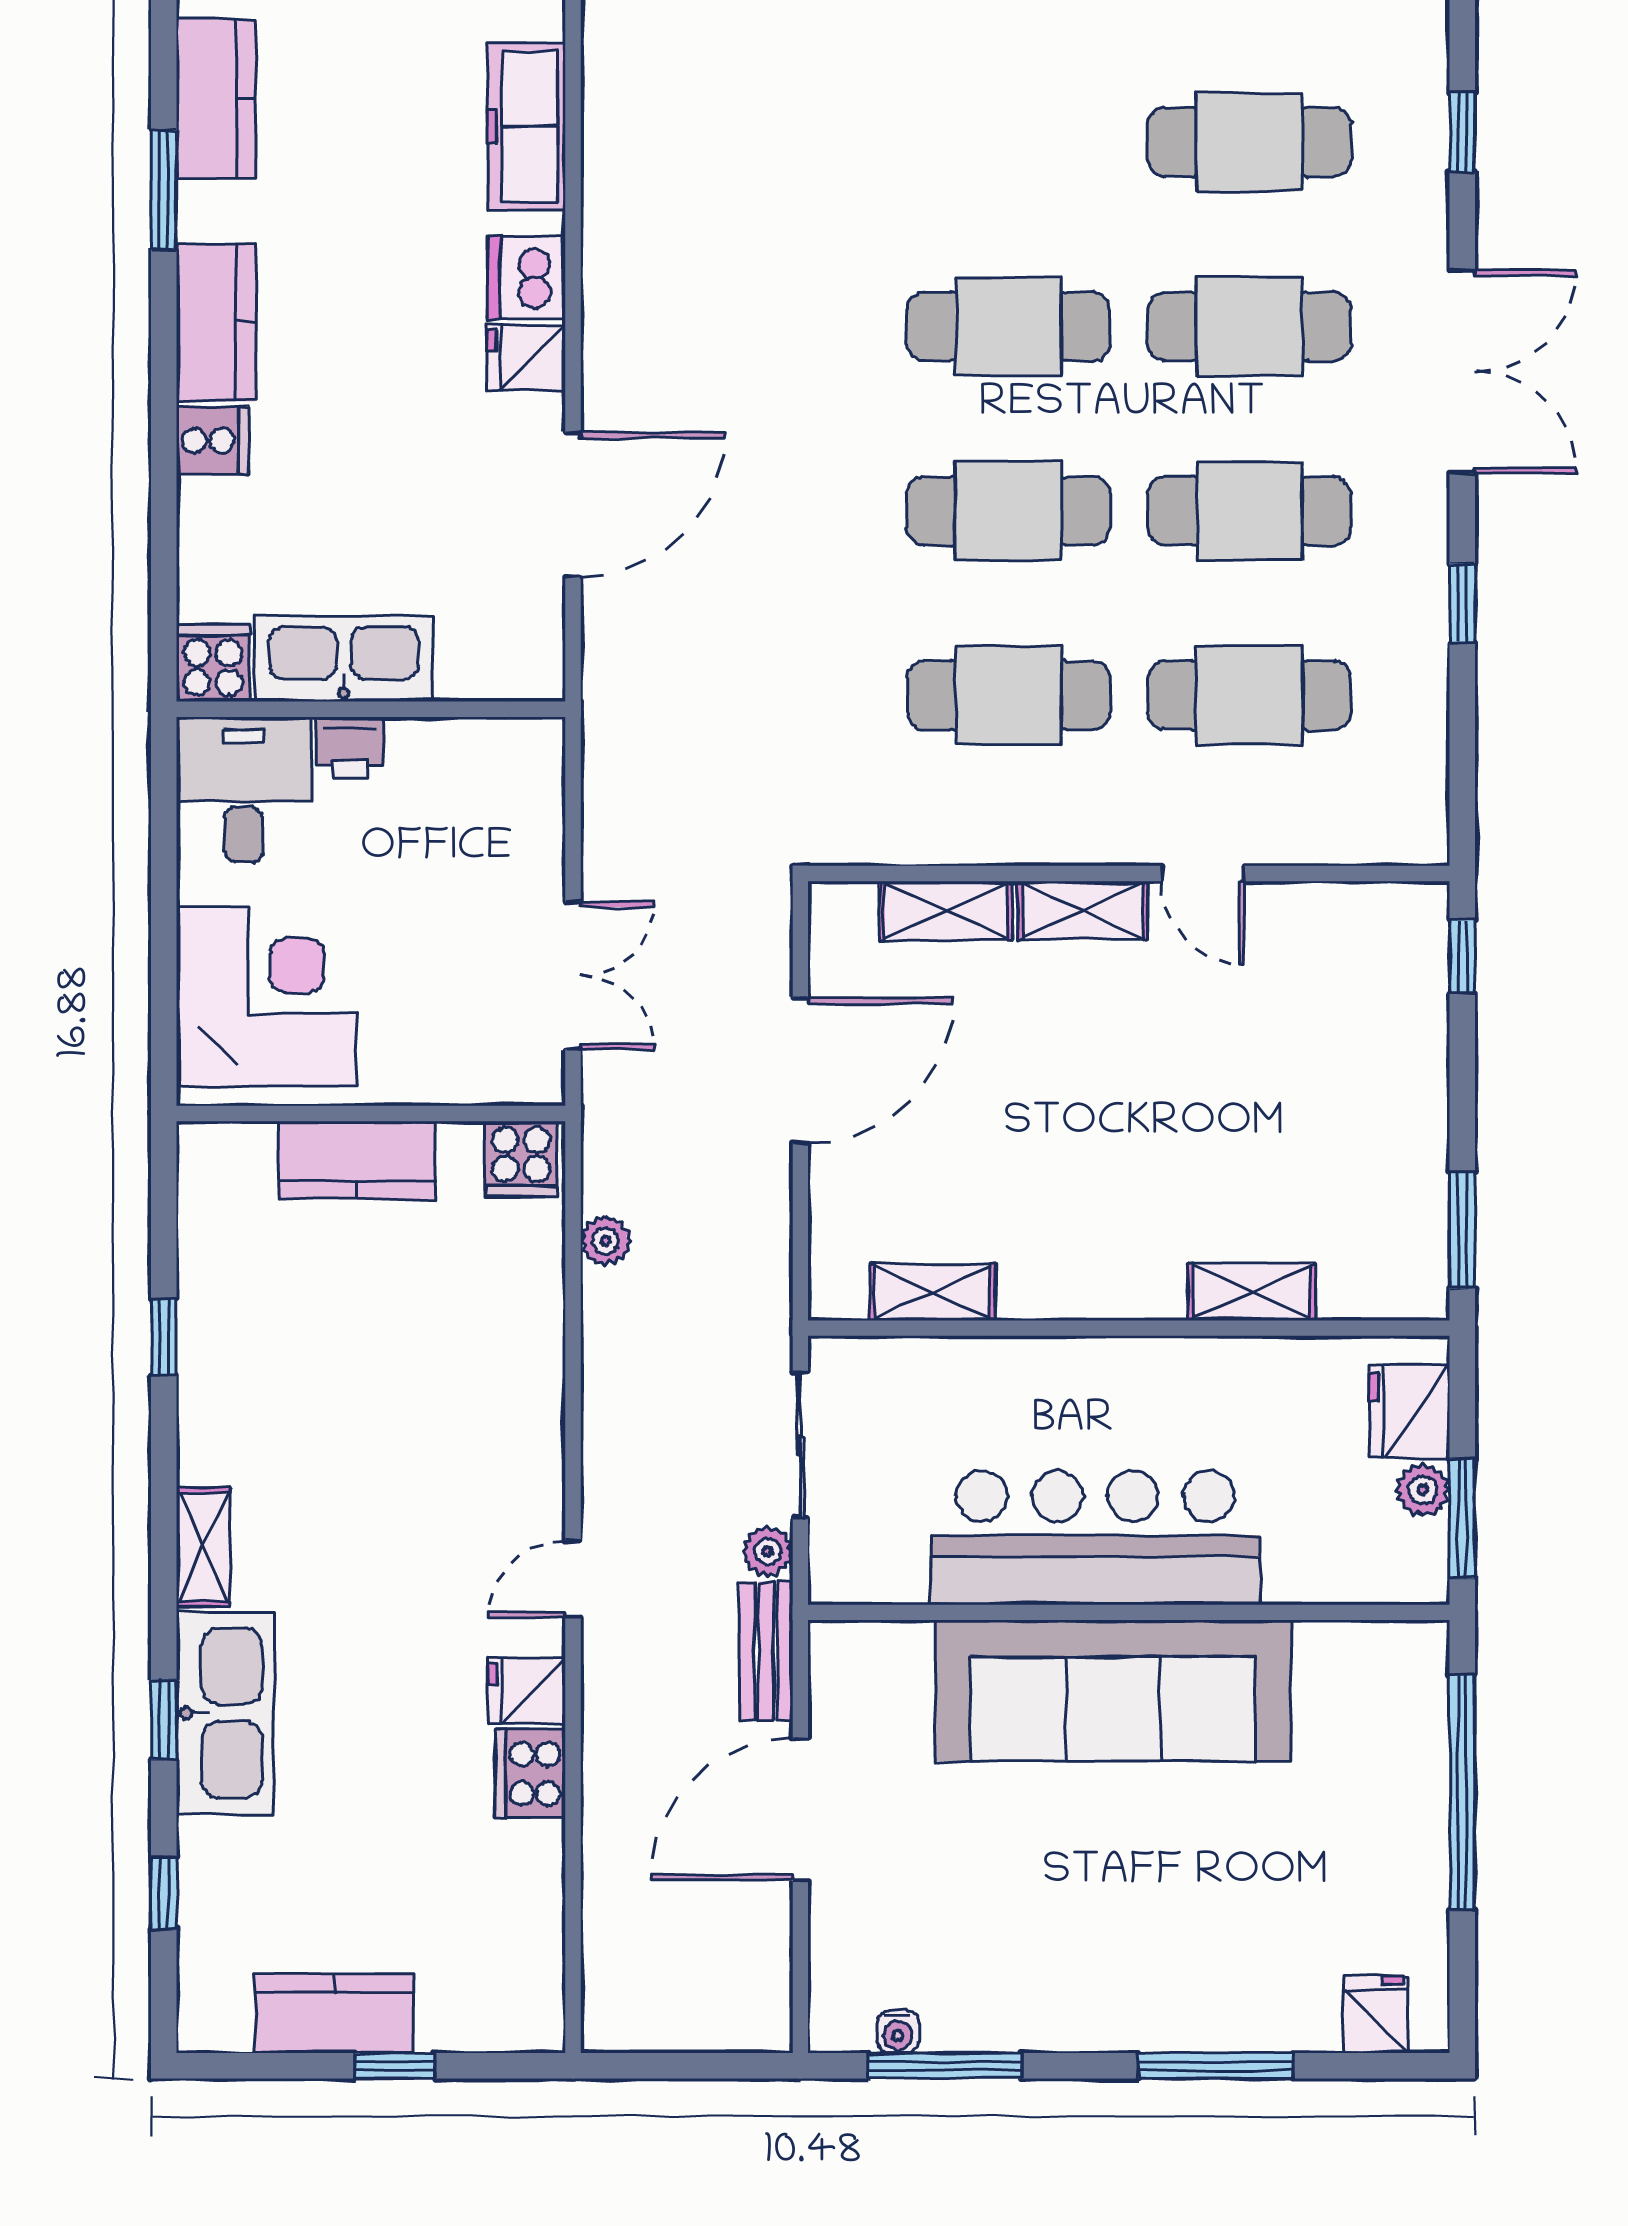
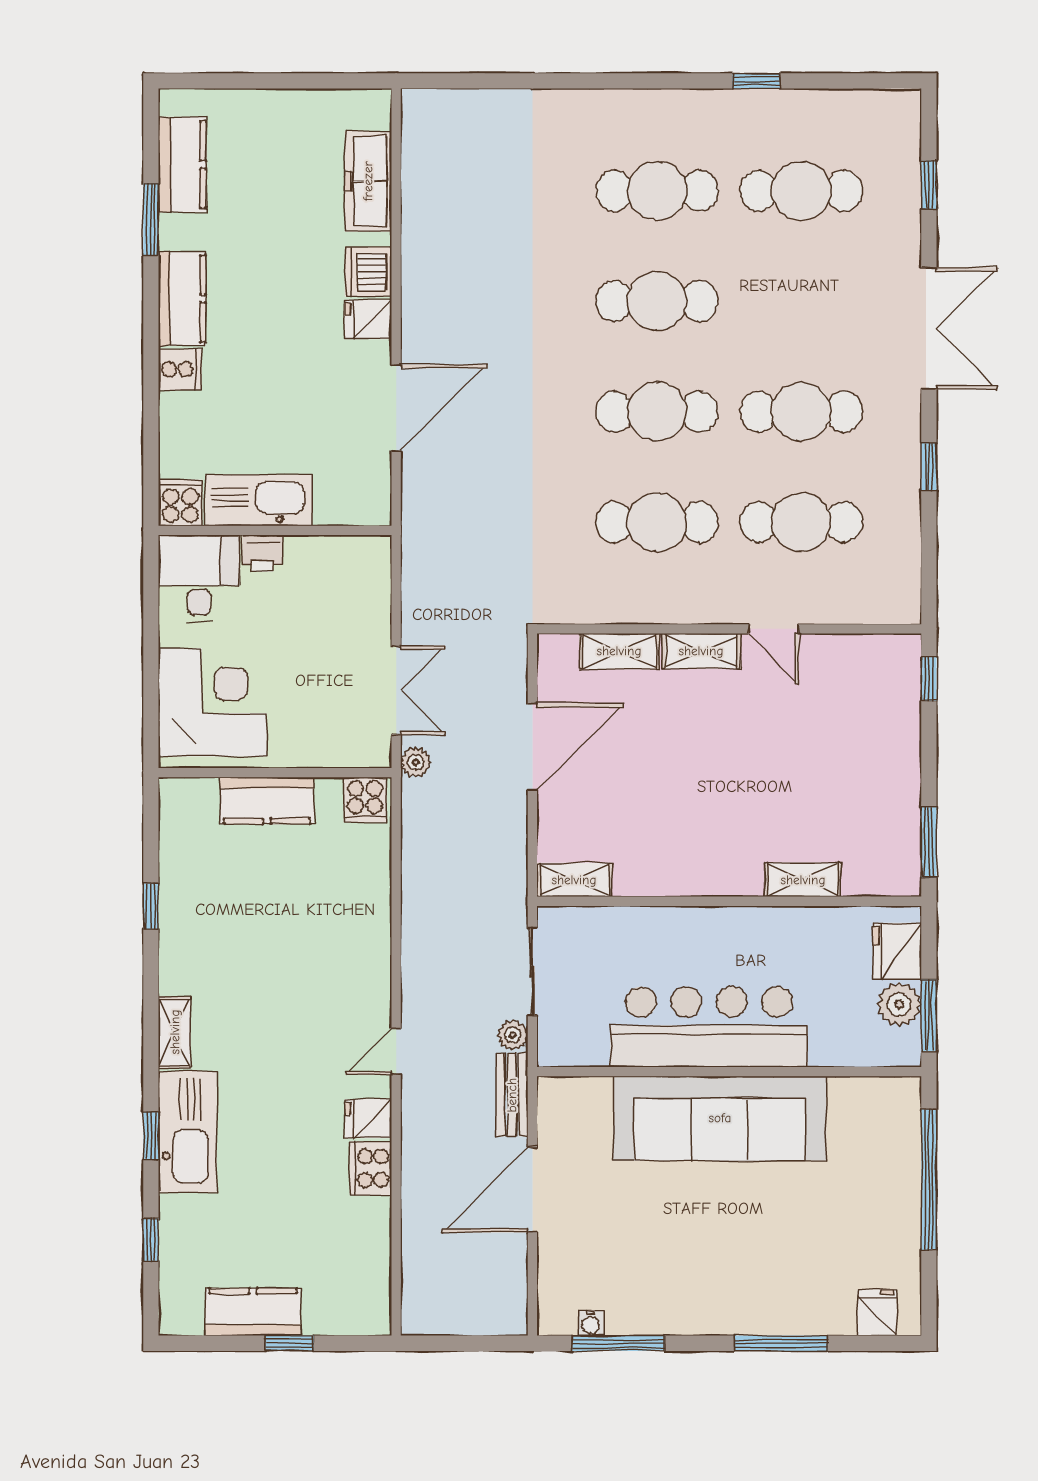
cafe table: (1249, 327) -> (657, 191), moved
plant: (606, 1241) -> (416, 762), moved
shelving: (933, 1292) -> (574, 880), moved
plant: (1423, 1490) -> (899, 1004), width x1.38, depth x1.38

